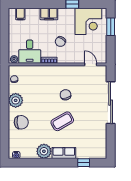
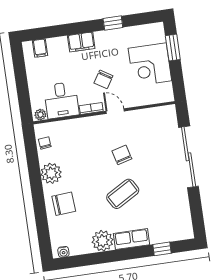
corner desk: (88, 21) -> (150, 65), moved, turned 90
door: (91, 64) -> (115, 111), moved

